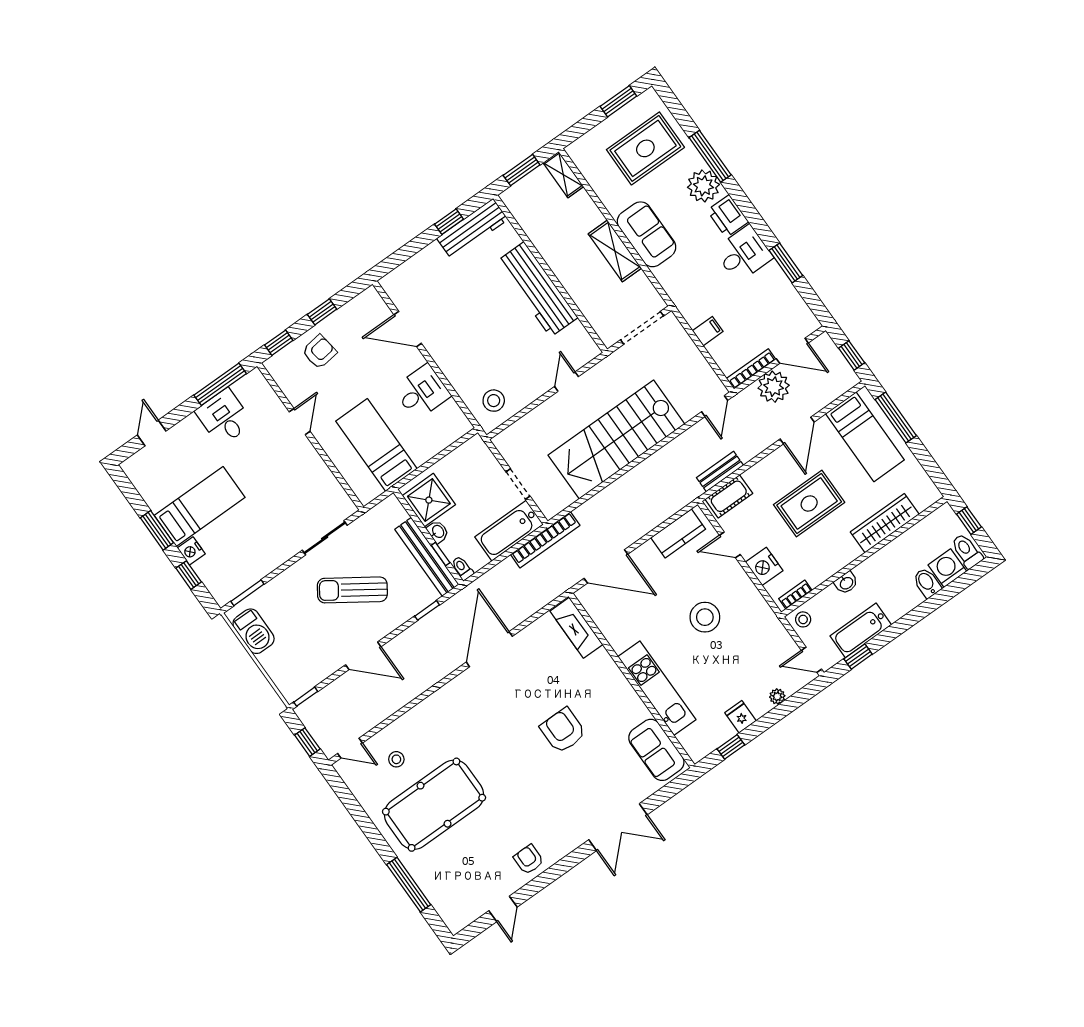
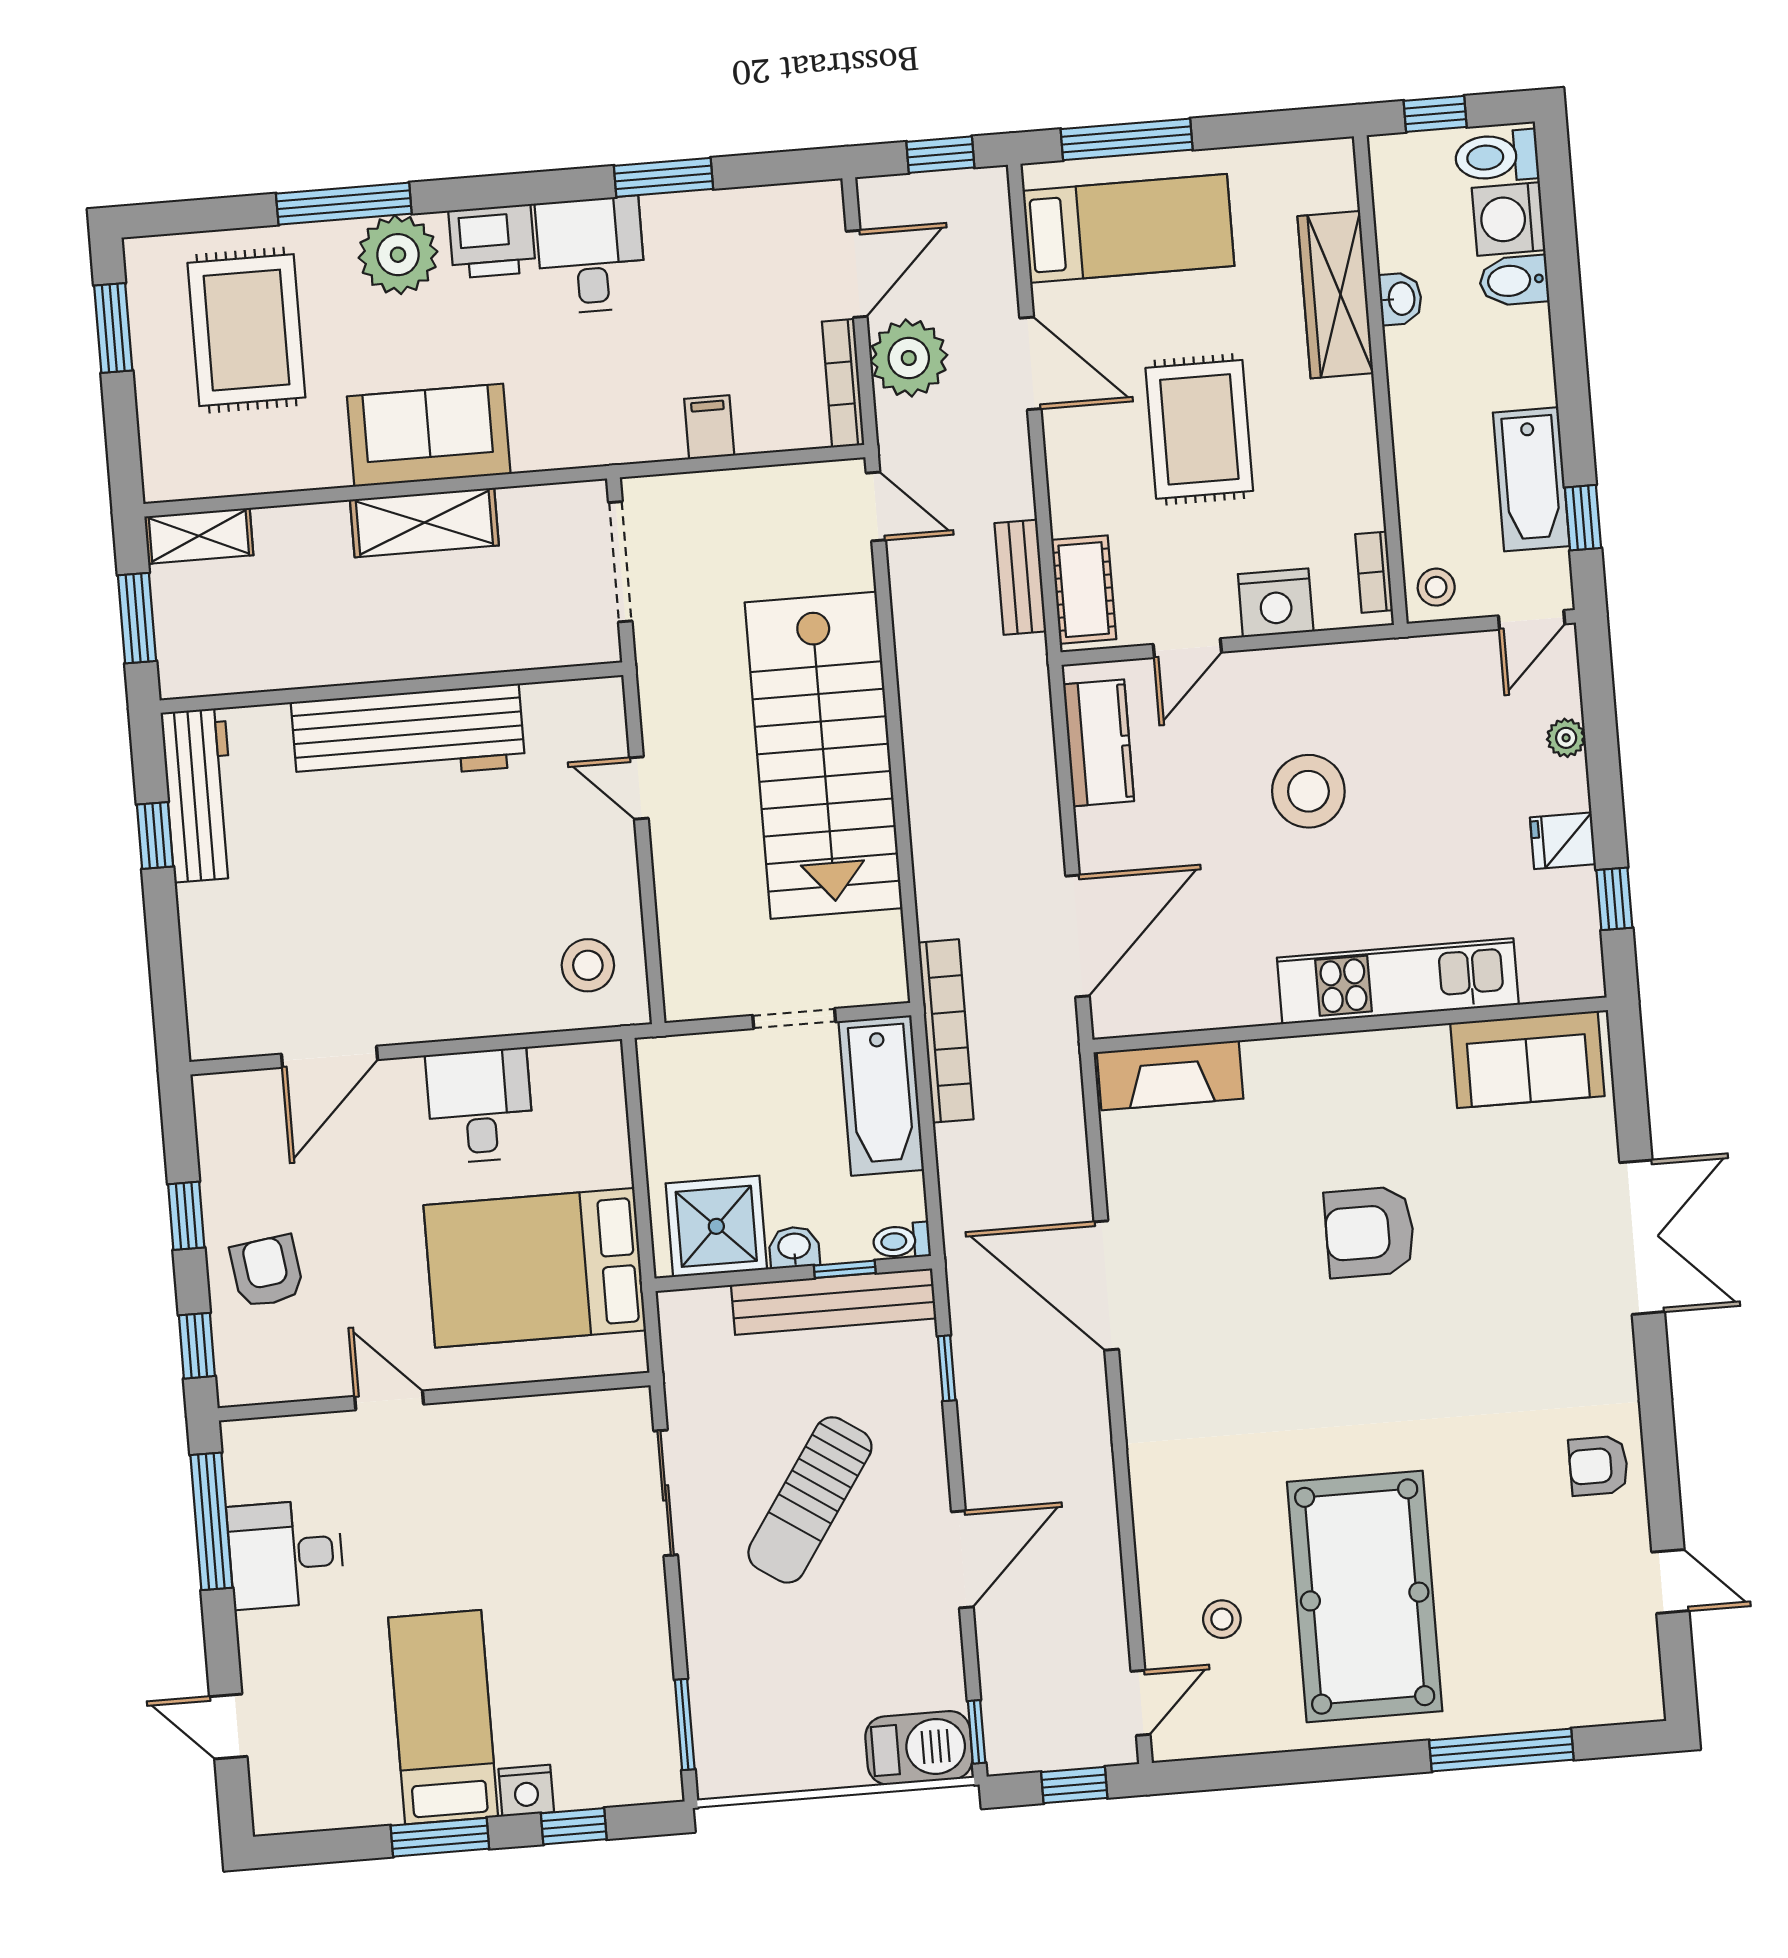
bed: (376, 445) -> (535, 1268), width x1.50
washbasin: (846, 583) -> (1400, 299), moved
barbecue: (254, 631) -> (919, 1748), moved

